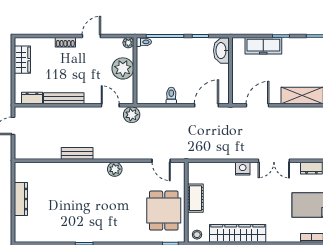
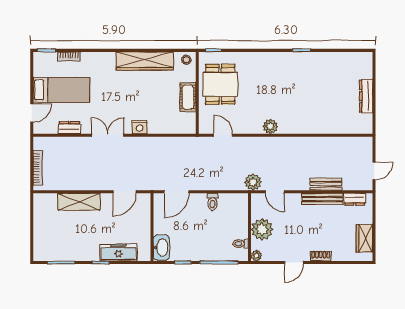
toilet: (144, 42) -> (241, 244), moved
bench: (77, 153) -> (326, 184), moved

